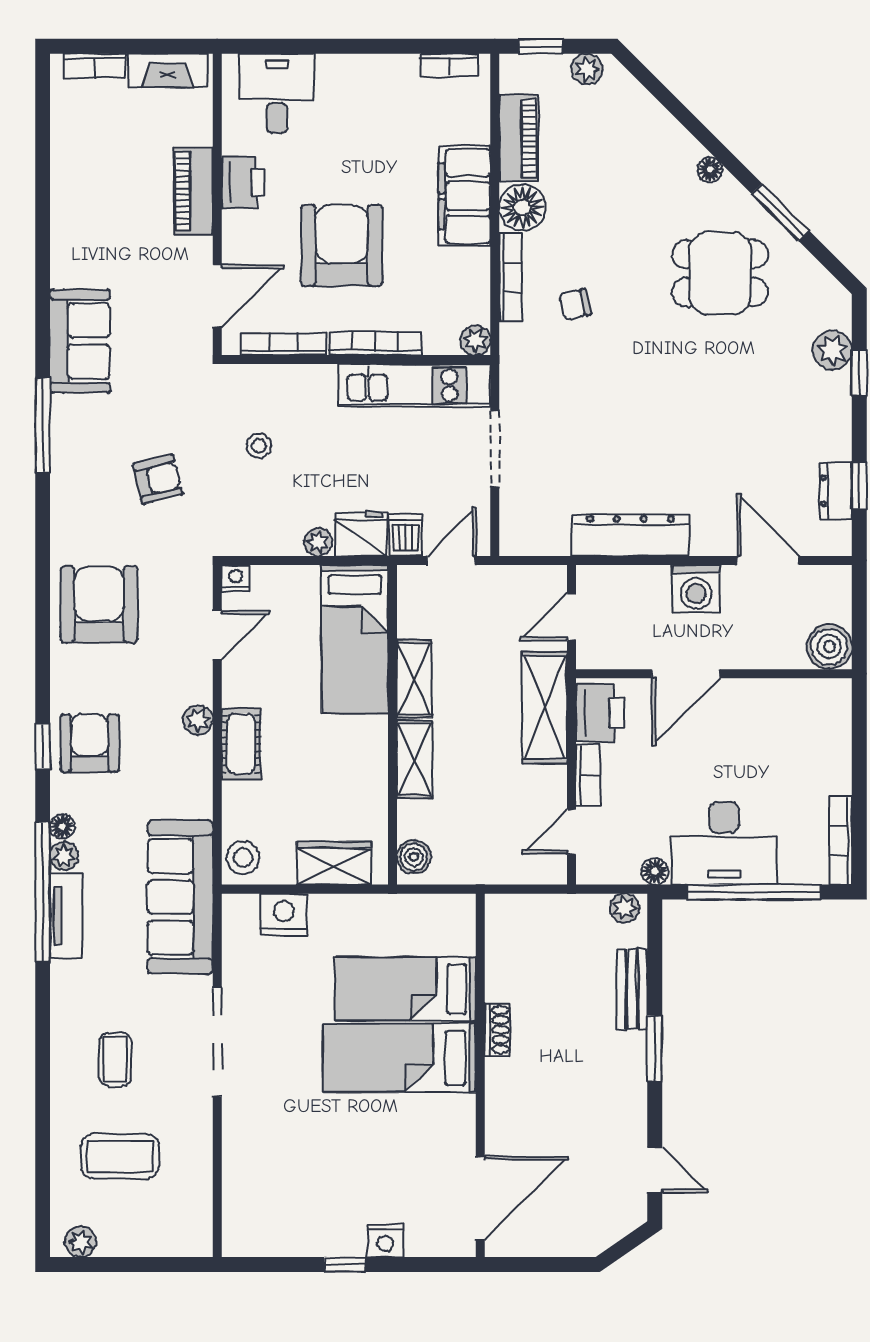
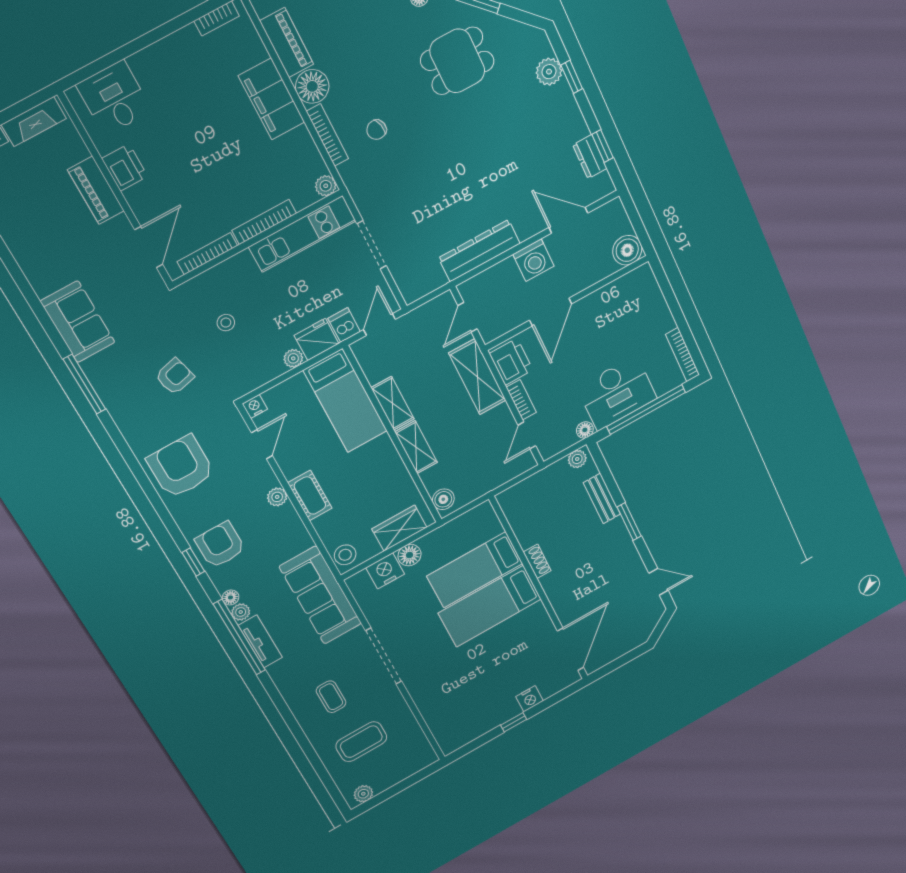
armchair: (342, 245) -> (210, 173), removed
floor lamp: (328, 911) -> (410, 555), added

